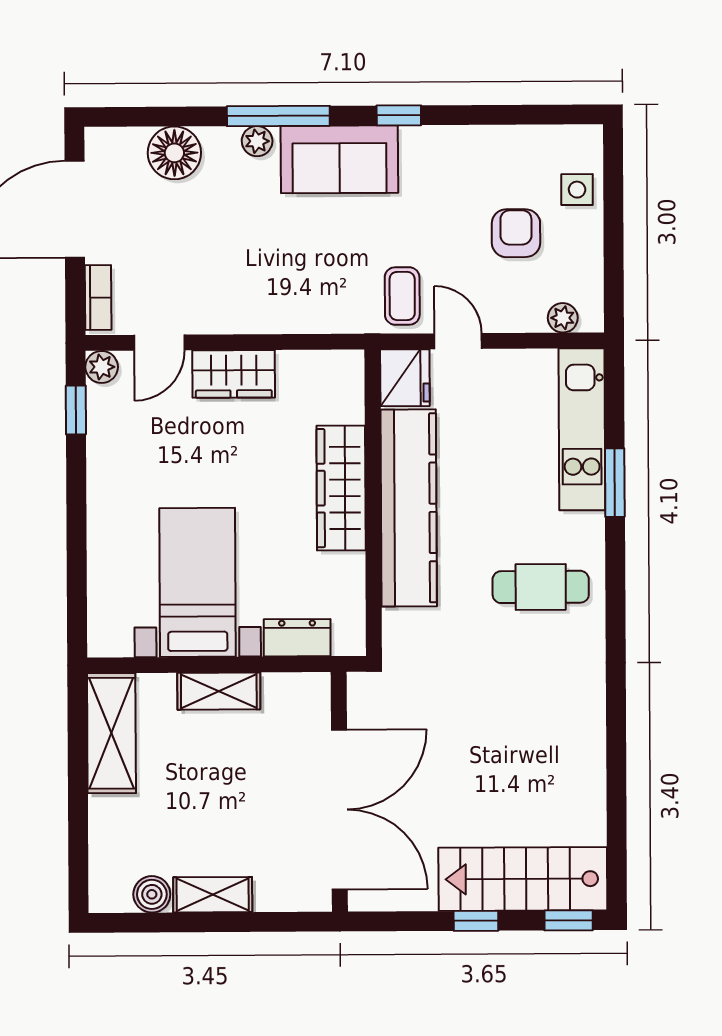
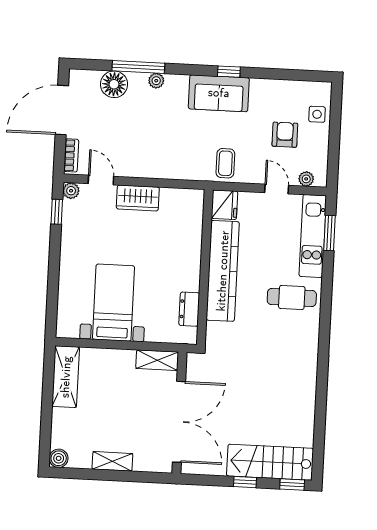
window: (278, 116) -> (138, 67), moved
sofa: (339, 159) -> (219, 93), moved
door: (458, 341) -> (277, 189), moved
door: (159, 343) -> (101, 180), swing flipped
window: (615, 483) -> (329, 233), moved
wardrobe: (341, 488) -> (189, 259), removed
cafe table: (541, 587) -> (292, 297), moved
dresser: (297, 638) -> (189, 309), moved, turned -90
shelving: (219, 691) -> (157, 360), moved
boiler: (152, 894) -> (59, 458), moved

